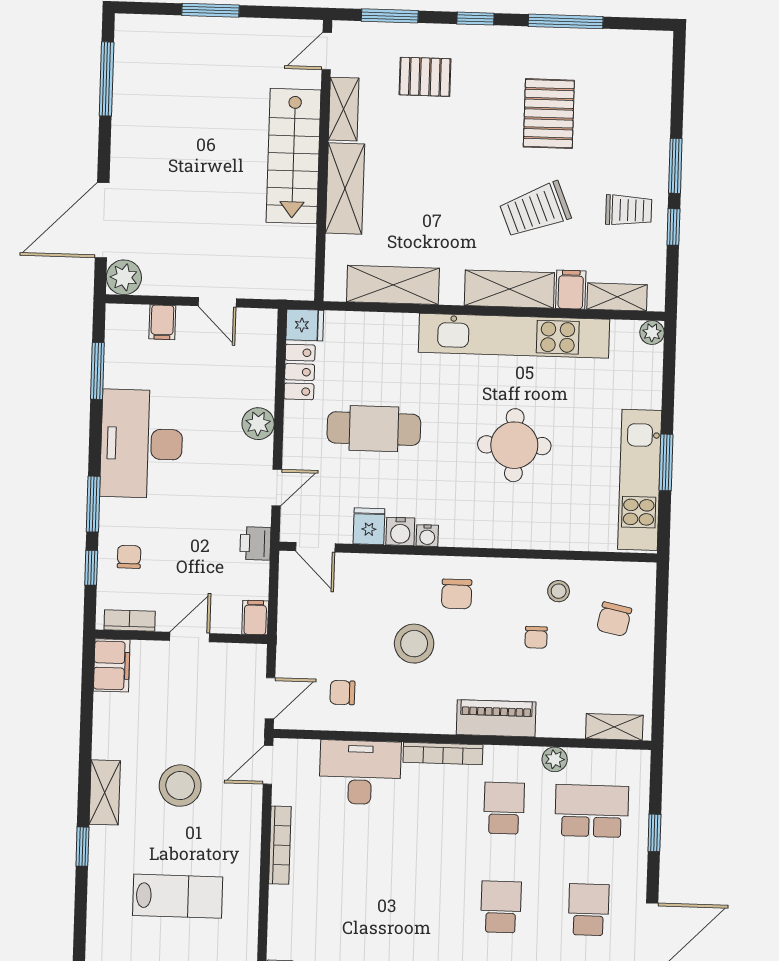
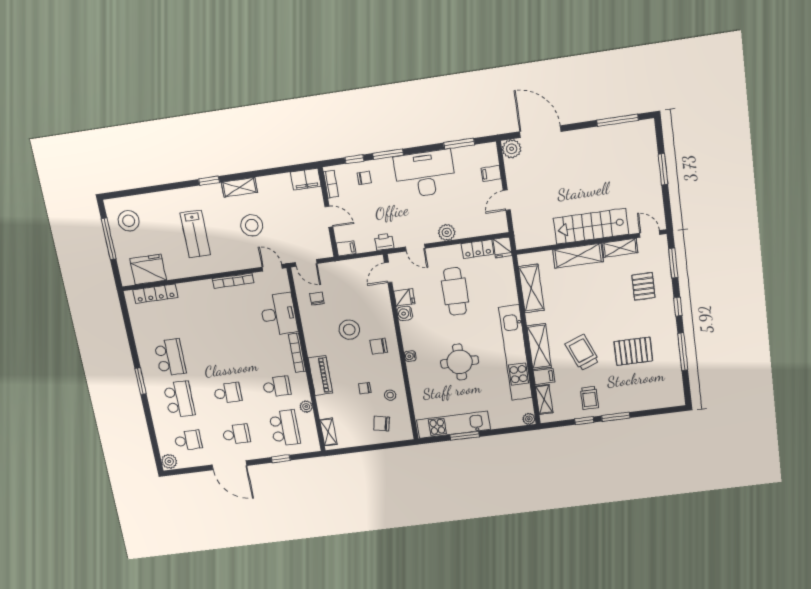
water cooler: (427, 536) -> (410, 356), moved

